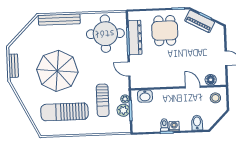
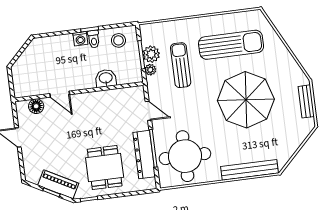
washbasin: (145, 96) -> (106, 78), moved
stool: (215, 98) -> (118, 40), moved
bidet: (197, 123) -> (50, 46), removed

